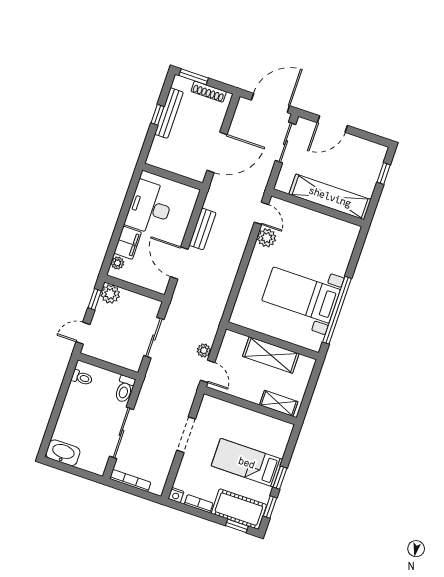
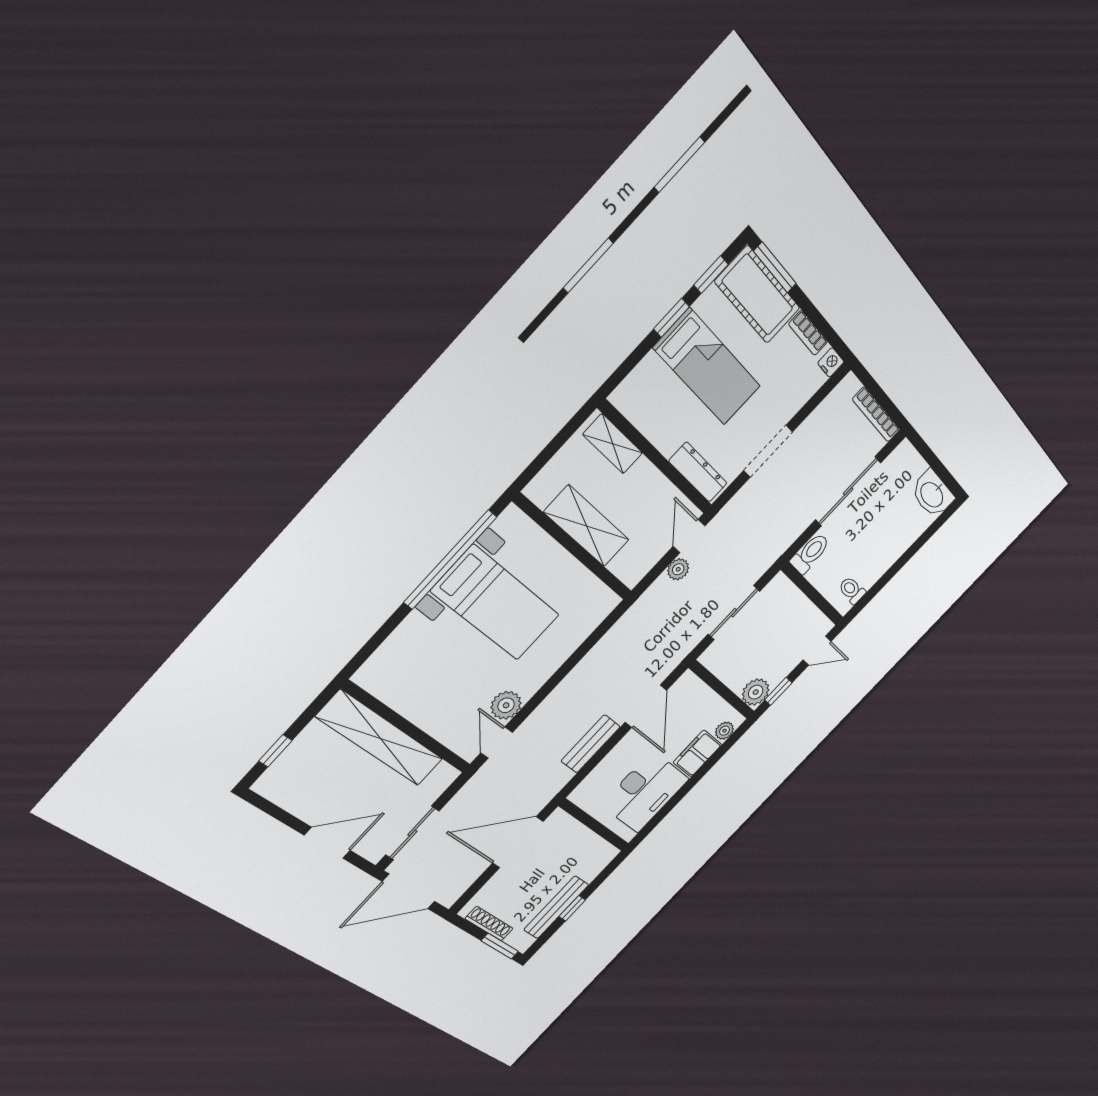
dresser: (222, 408) -> (698, 472), added
window: (237, 526) -> (775, 267), width x1.50

